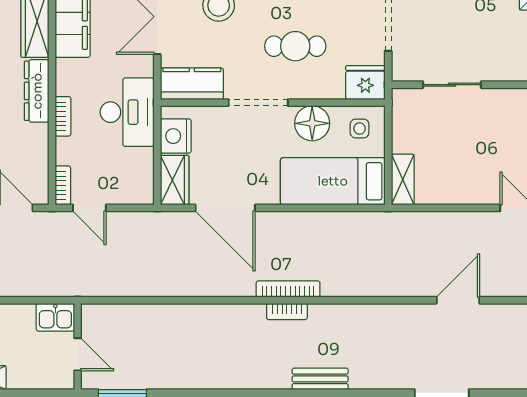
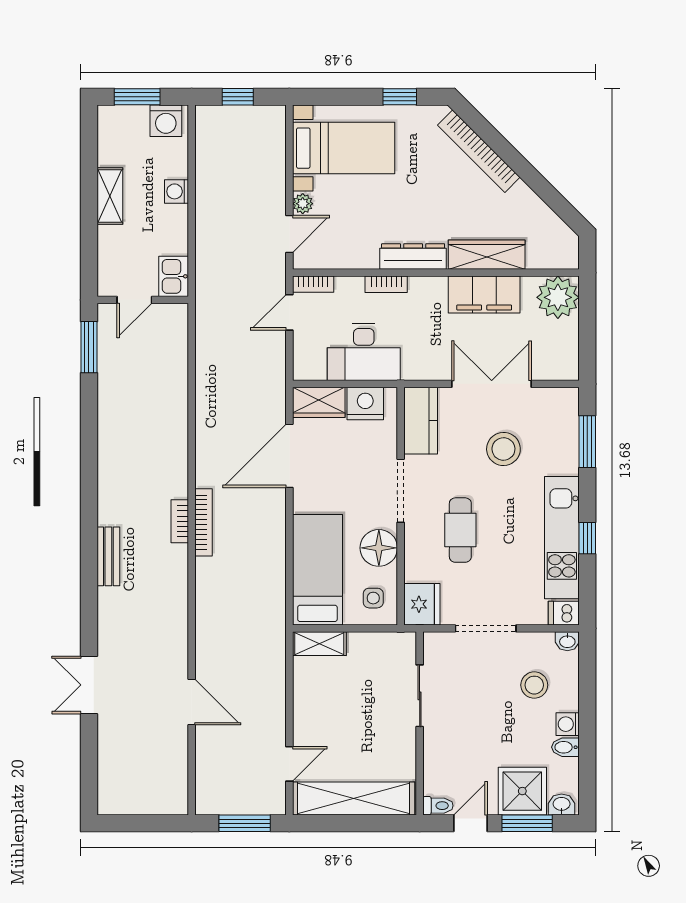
desk: (127, 112) -> (364, 352), moved

